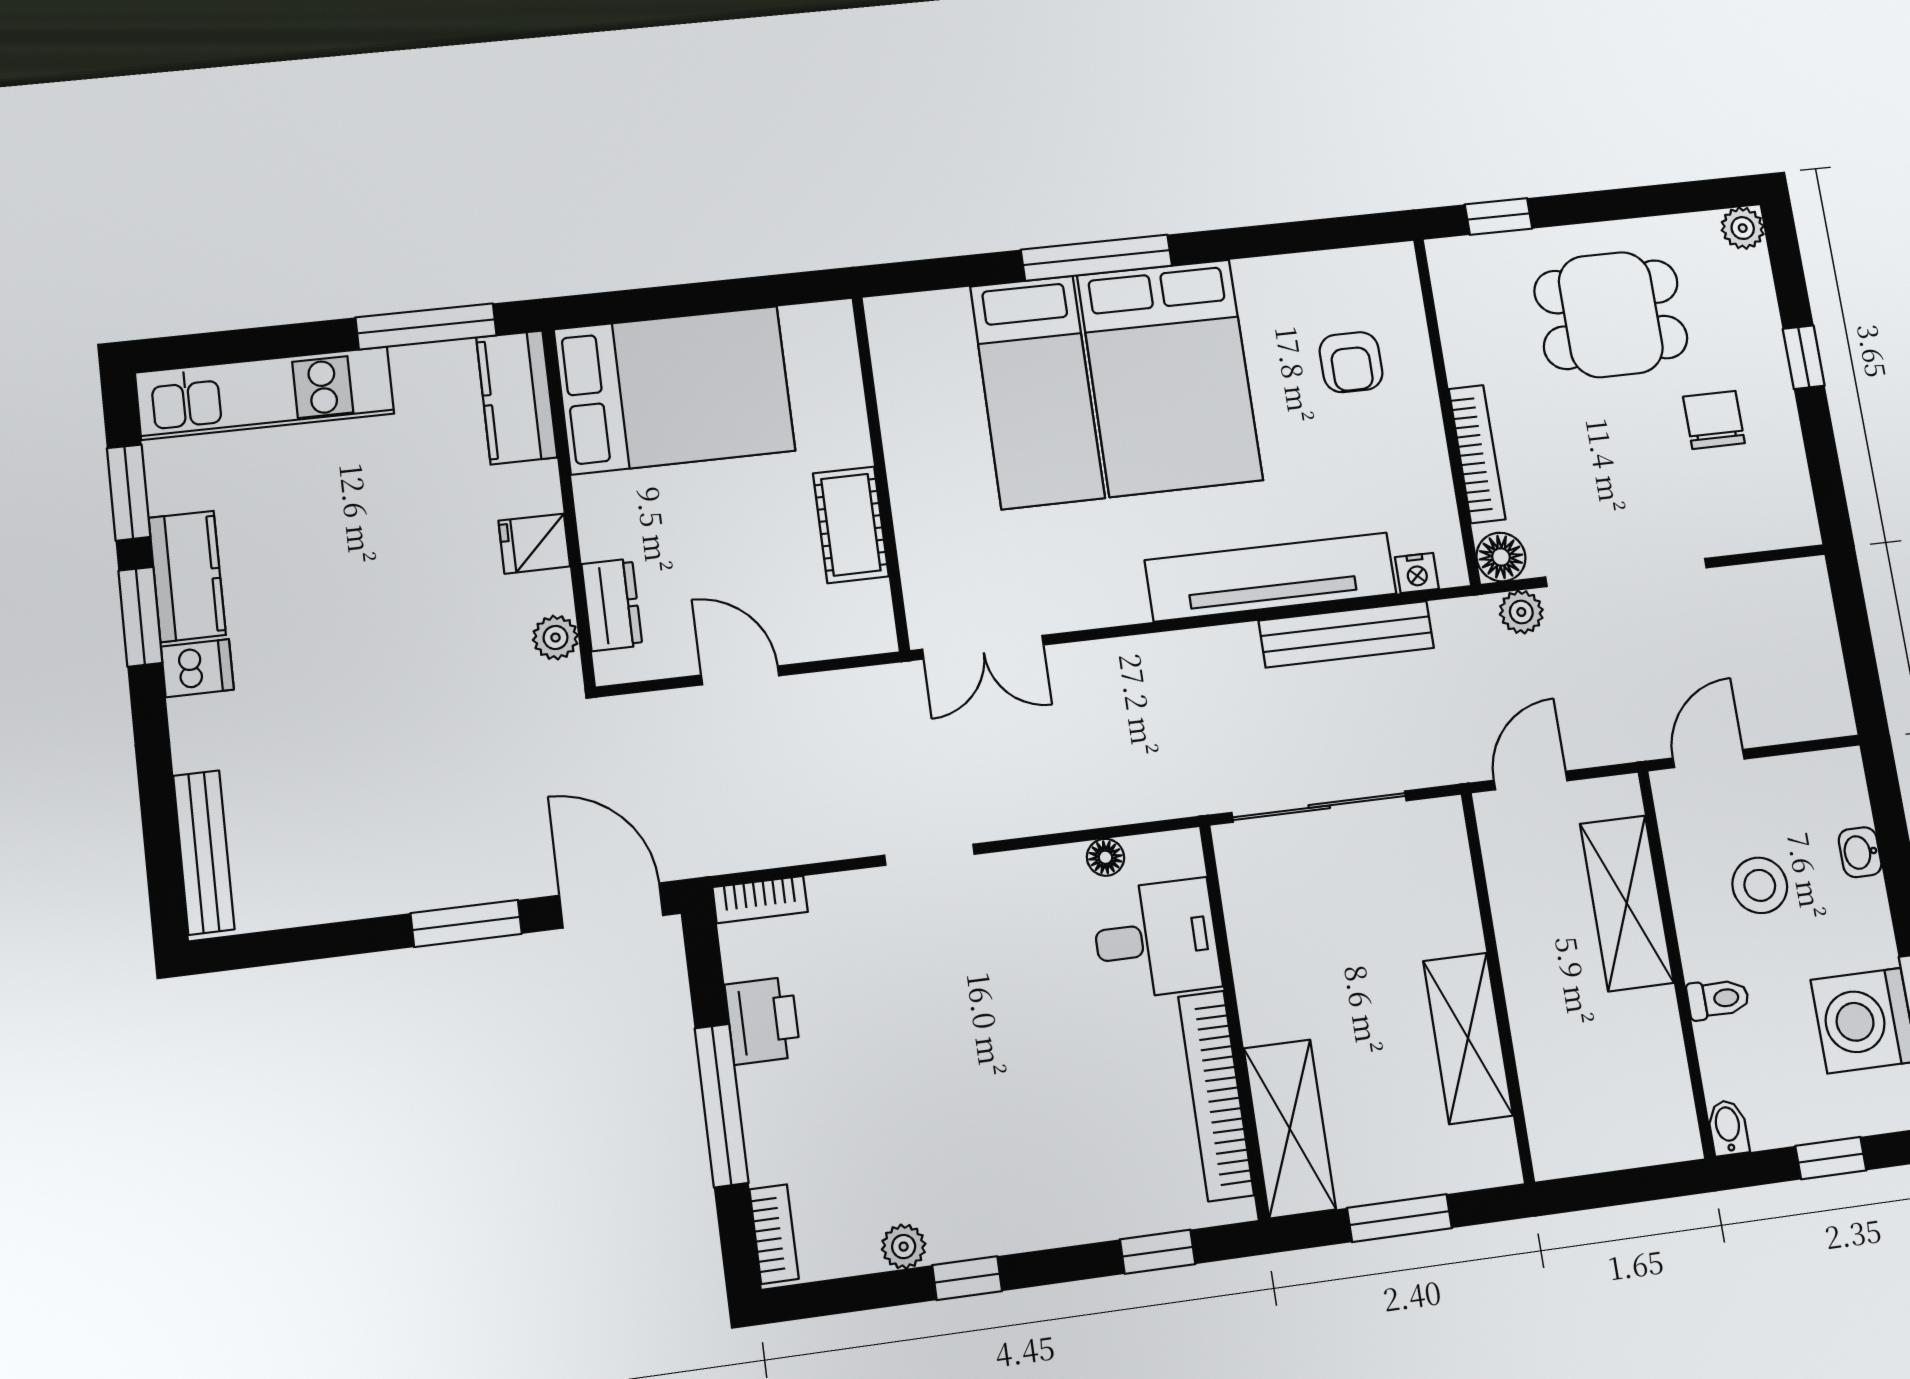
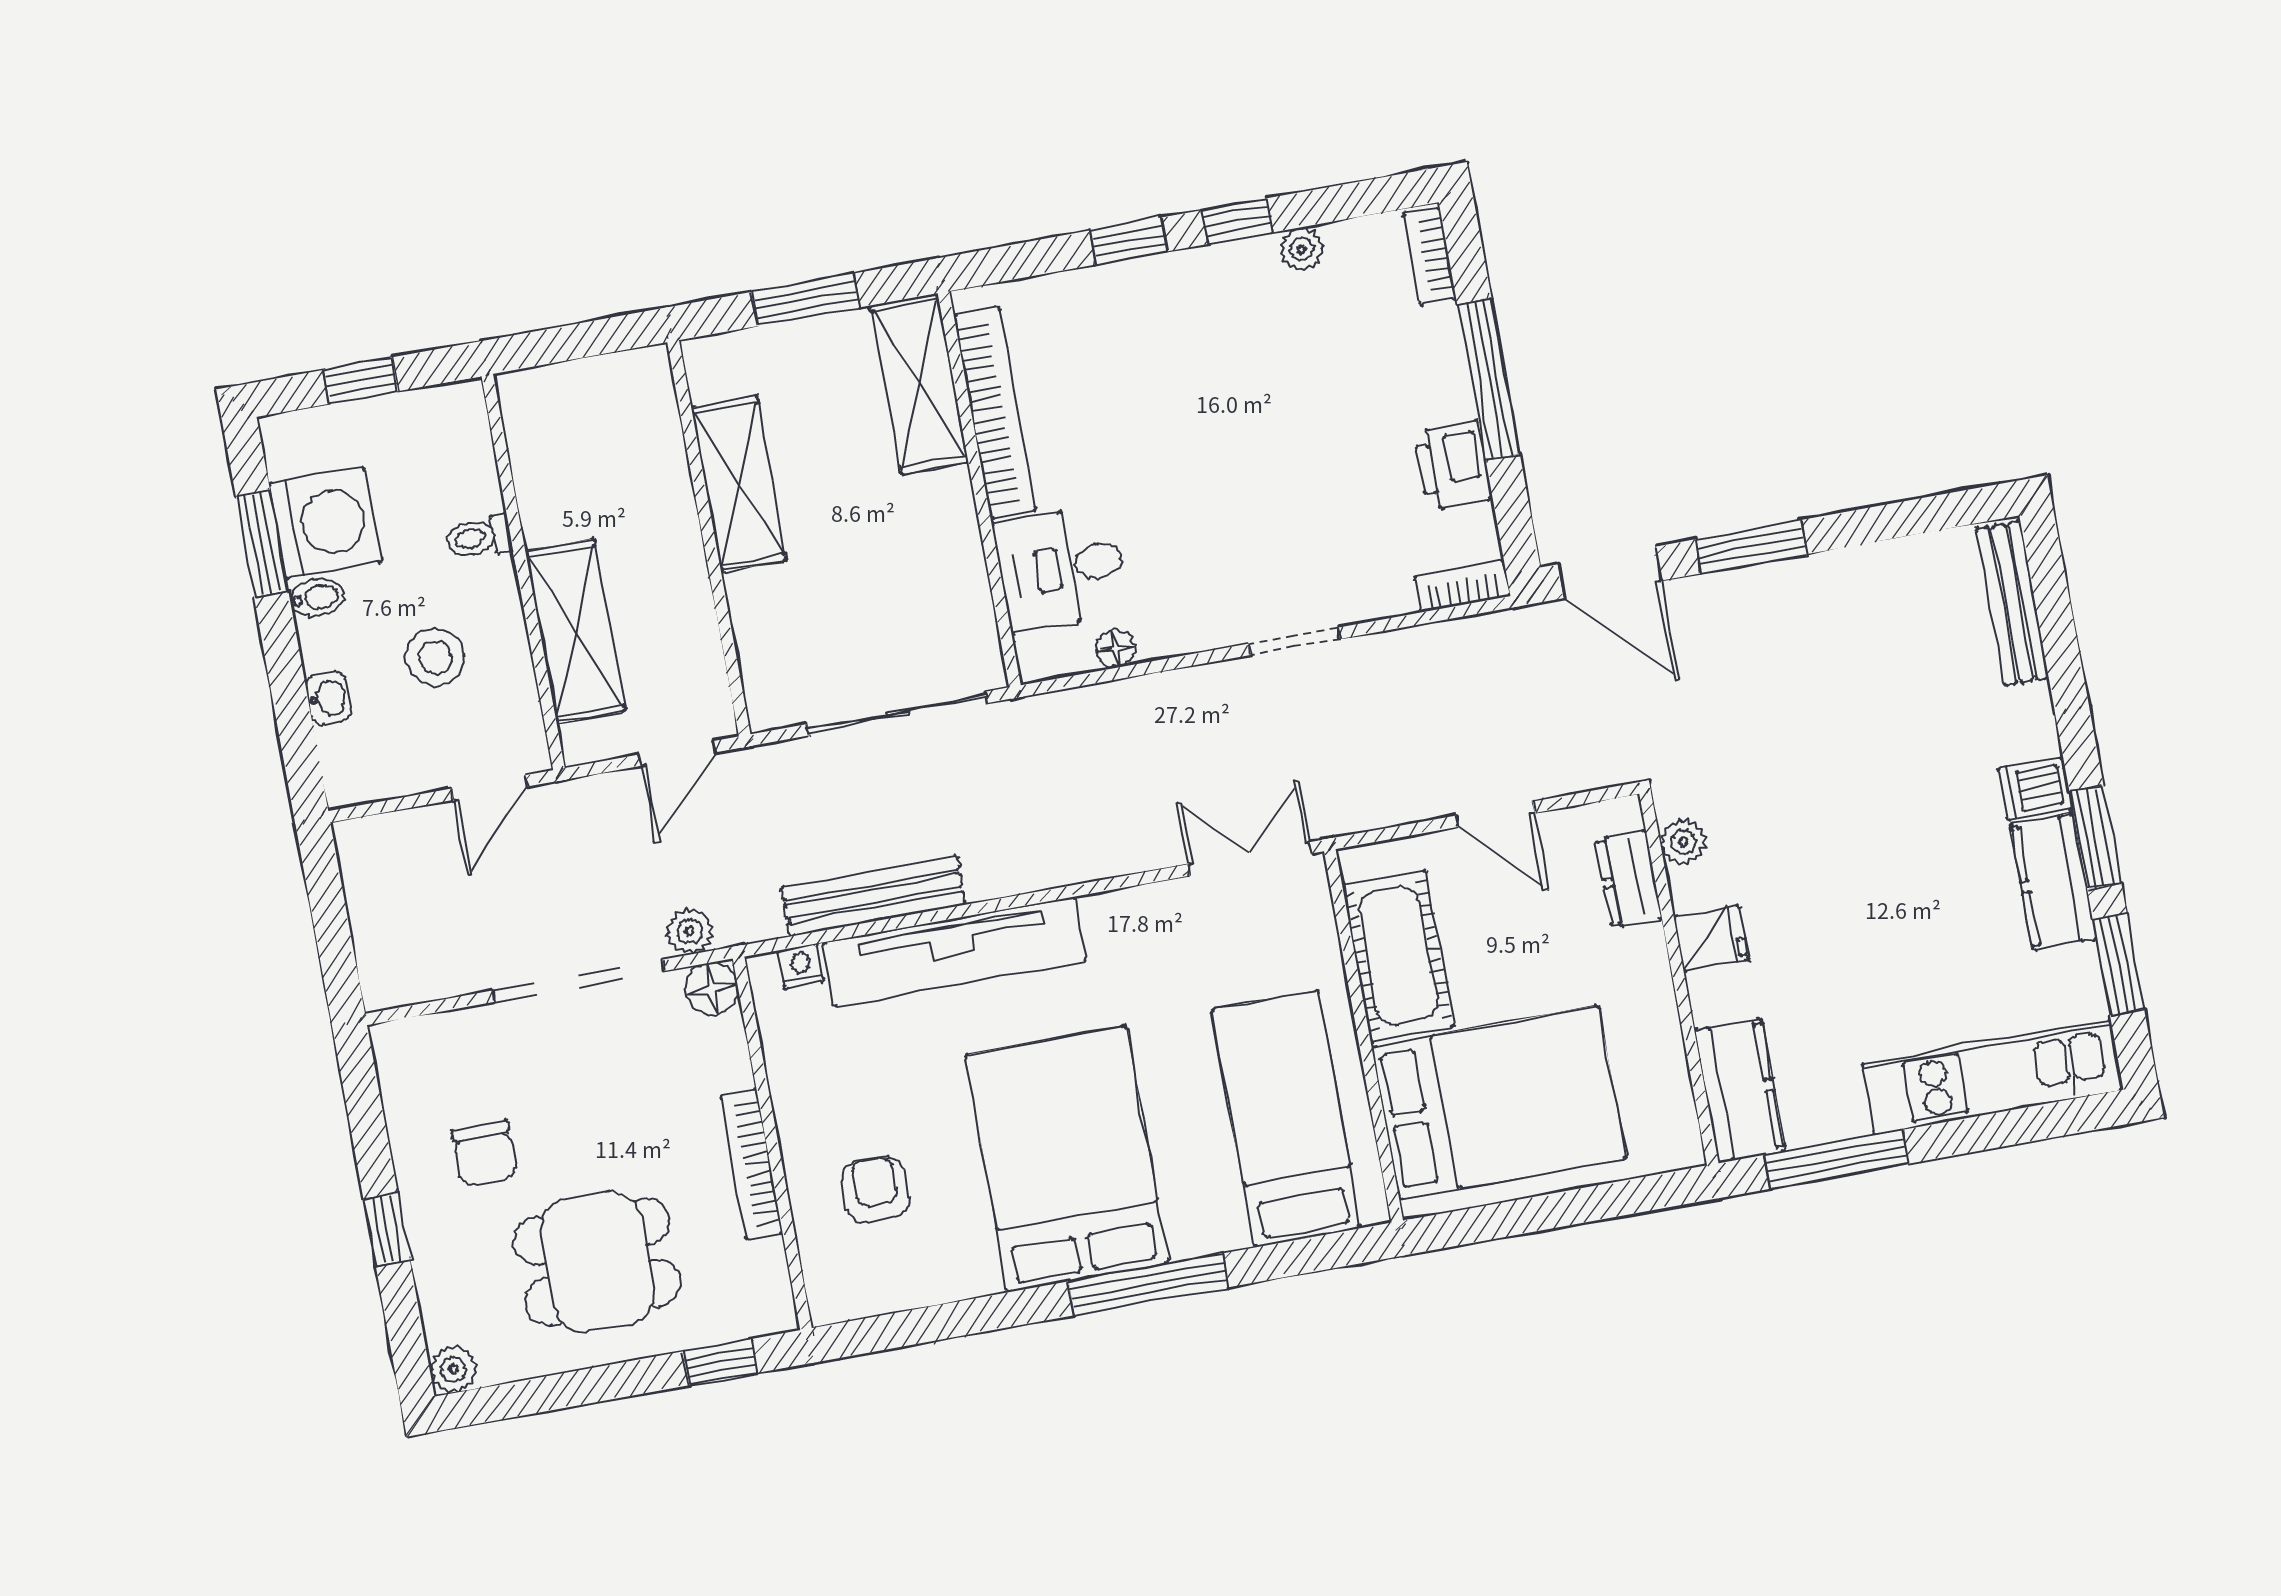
bed: (675, 390) -> (1499, 1103), moved, turned 180
bed: (1037, 392) -> (1286, 1119), moved
bookcase: (1477, 454) -> (751, 1165), moved
cot: (851, 525) -> (1398, 956), width x1.37, depth x1.34
bidet: (1728, 1128) -> (317, 597), moved, turned -90
window: (1158, 1252) -> (1129, 241), moved

